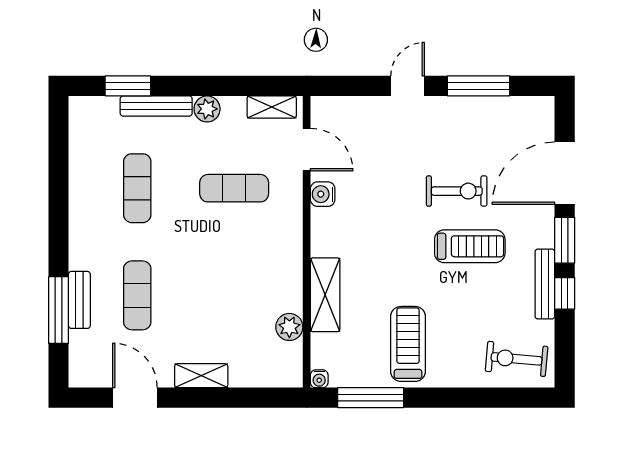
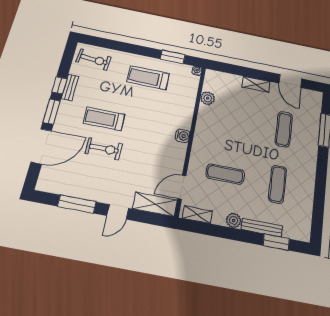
door: (307, 150) -> (182, 187), hinge flipped
exercise bike: (457, 191) -> (104, 149), turned 180
water cooler: (323, 194) -> (183, 136), moved
bench: (545, 284) -> (70, 87), width x0.73
shelving: (325, 295) -> (155, 204), moved, turned 90
bench: (79, 300) -> (314, 133), removed
treadmill: (408, 344) -> (148, 78), turned 90
window: (371, 398) -> (173, 57), width x0.69

